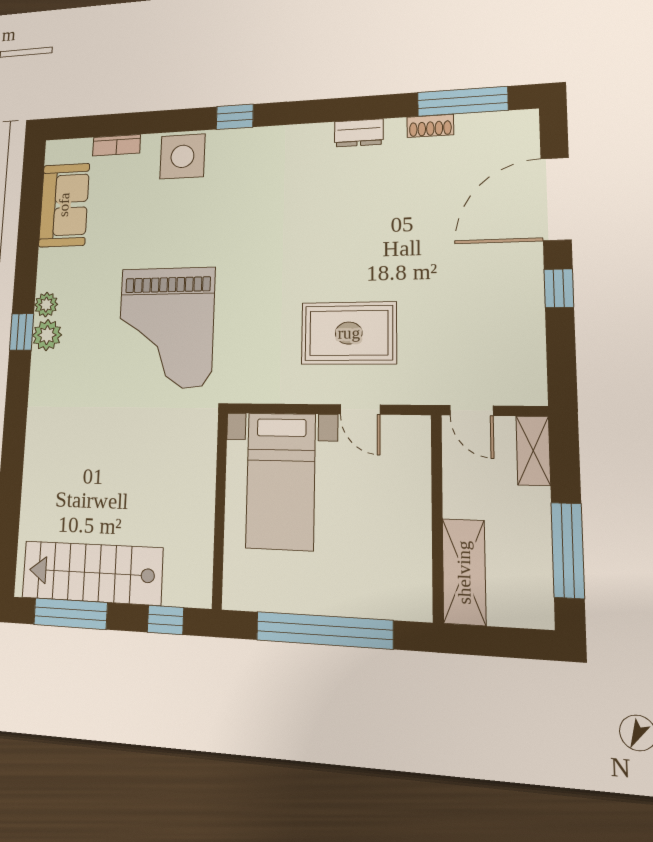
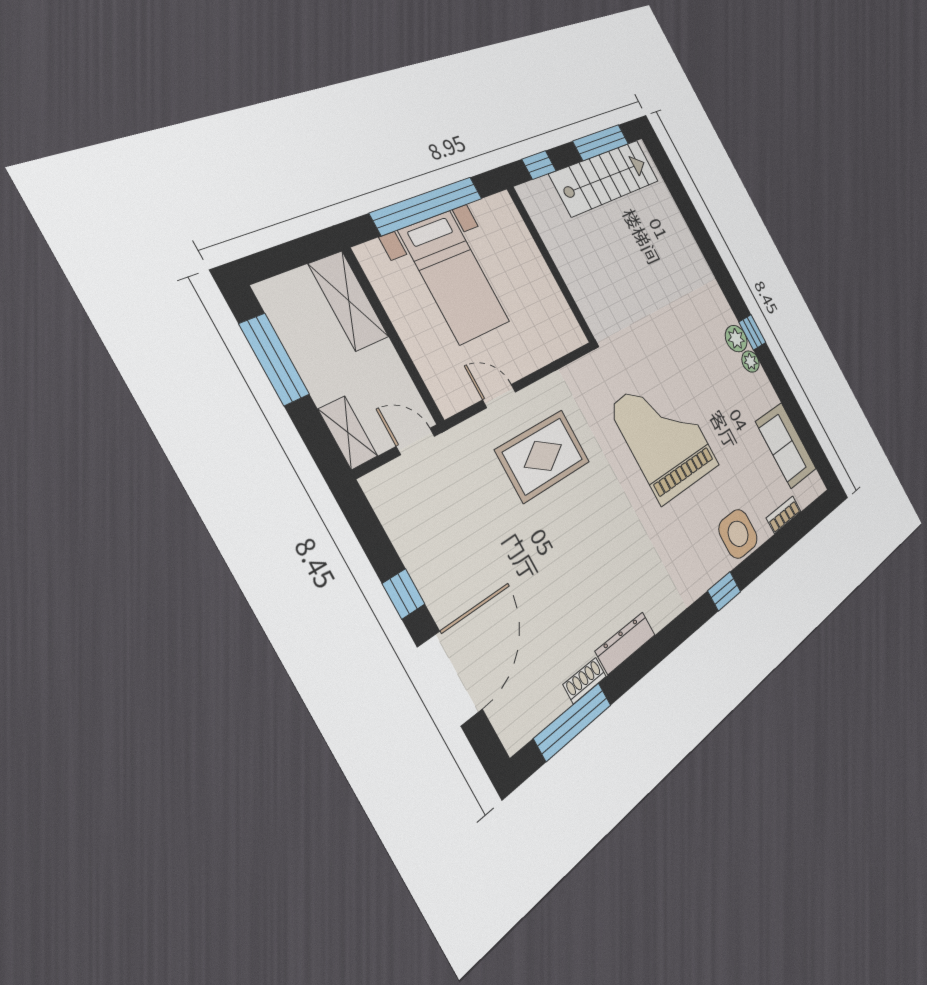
dresser: (359, 133) -> (625, 643), width x1.44
grand piano: (166, 328) -> (665, 436), moved
bed with nightstands: (281, 481) -> (455, 277), moved, turned 180

